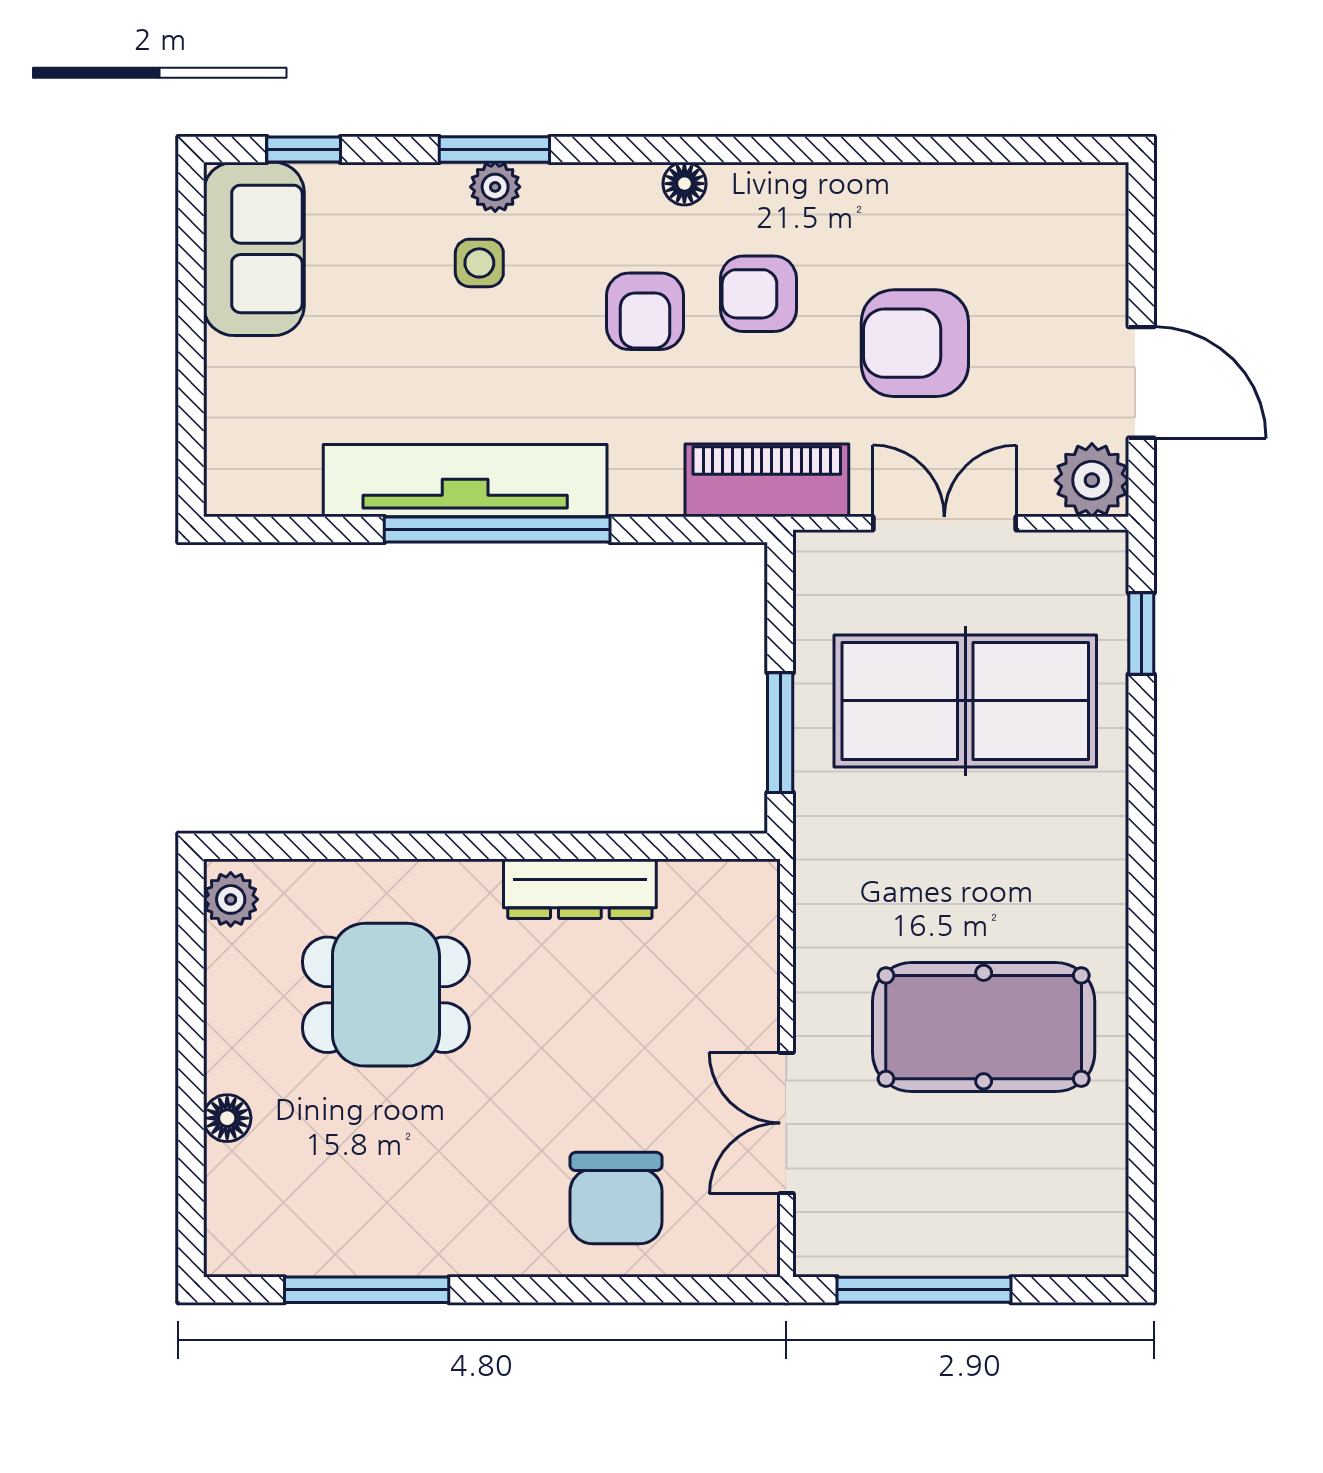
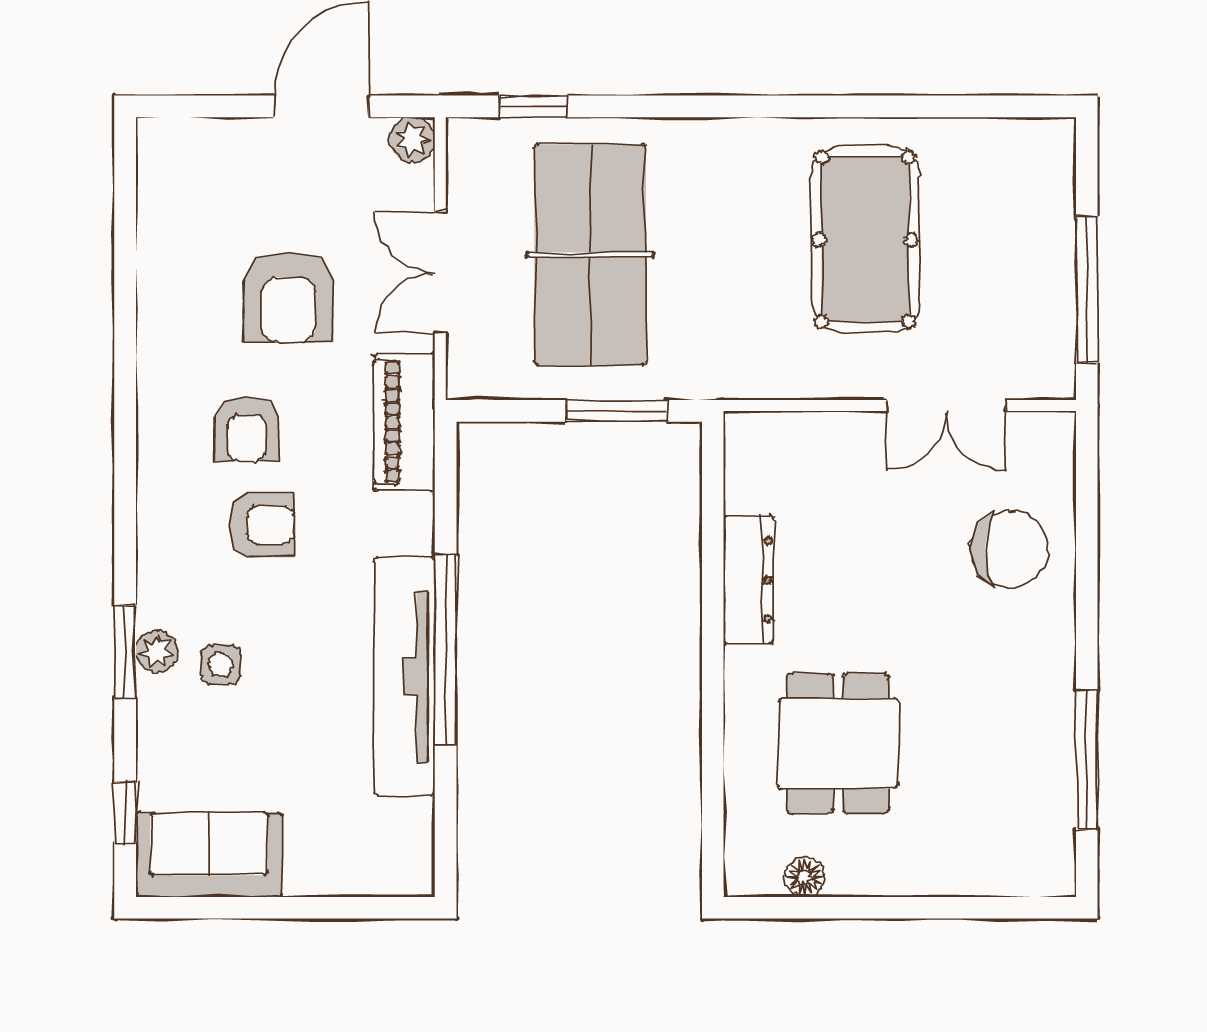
floor lamp: (684, 184) -> (154, 492), removed
plant: (1092, 480) -> (412, 140), width x0.73, depth x0.73
plant: (231, 899) -> (758, 874), removed
floor lamp: (227, 1118) -> (804, 877), moved

